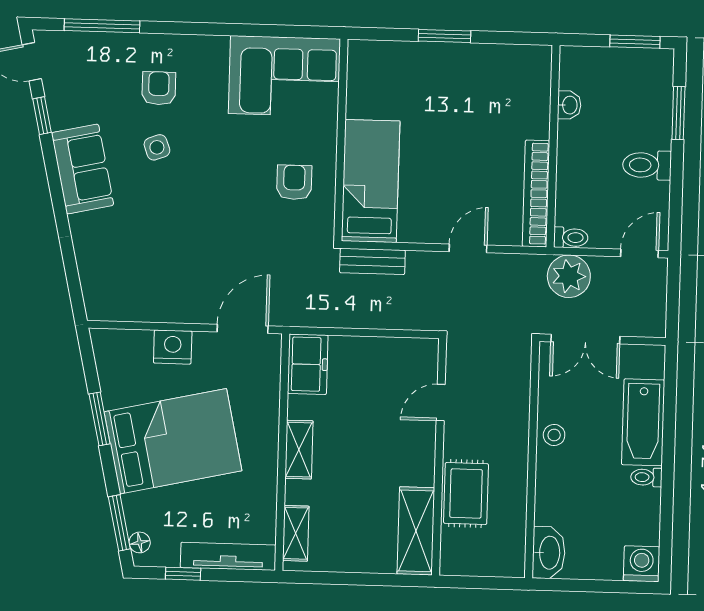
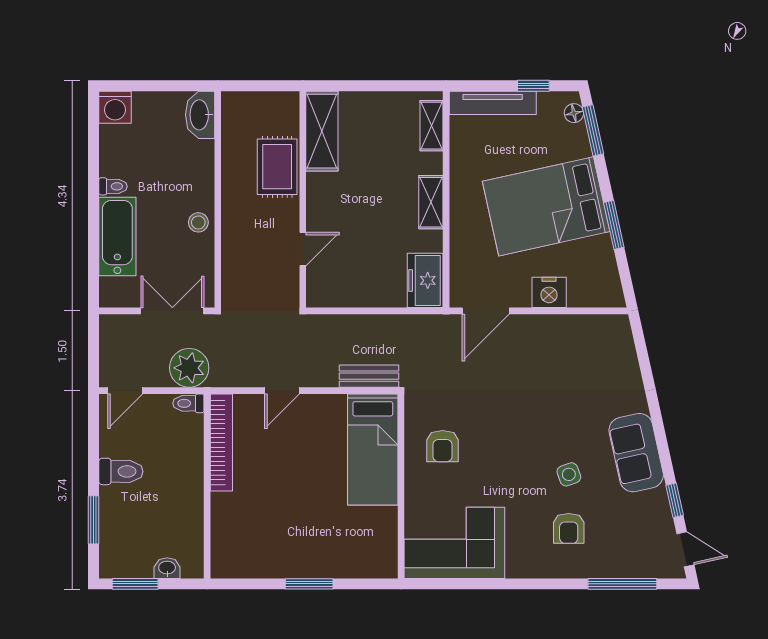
washbasin: (569, 105) -> (167, 568), moved, turned 90

